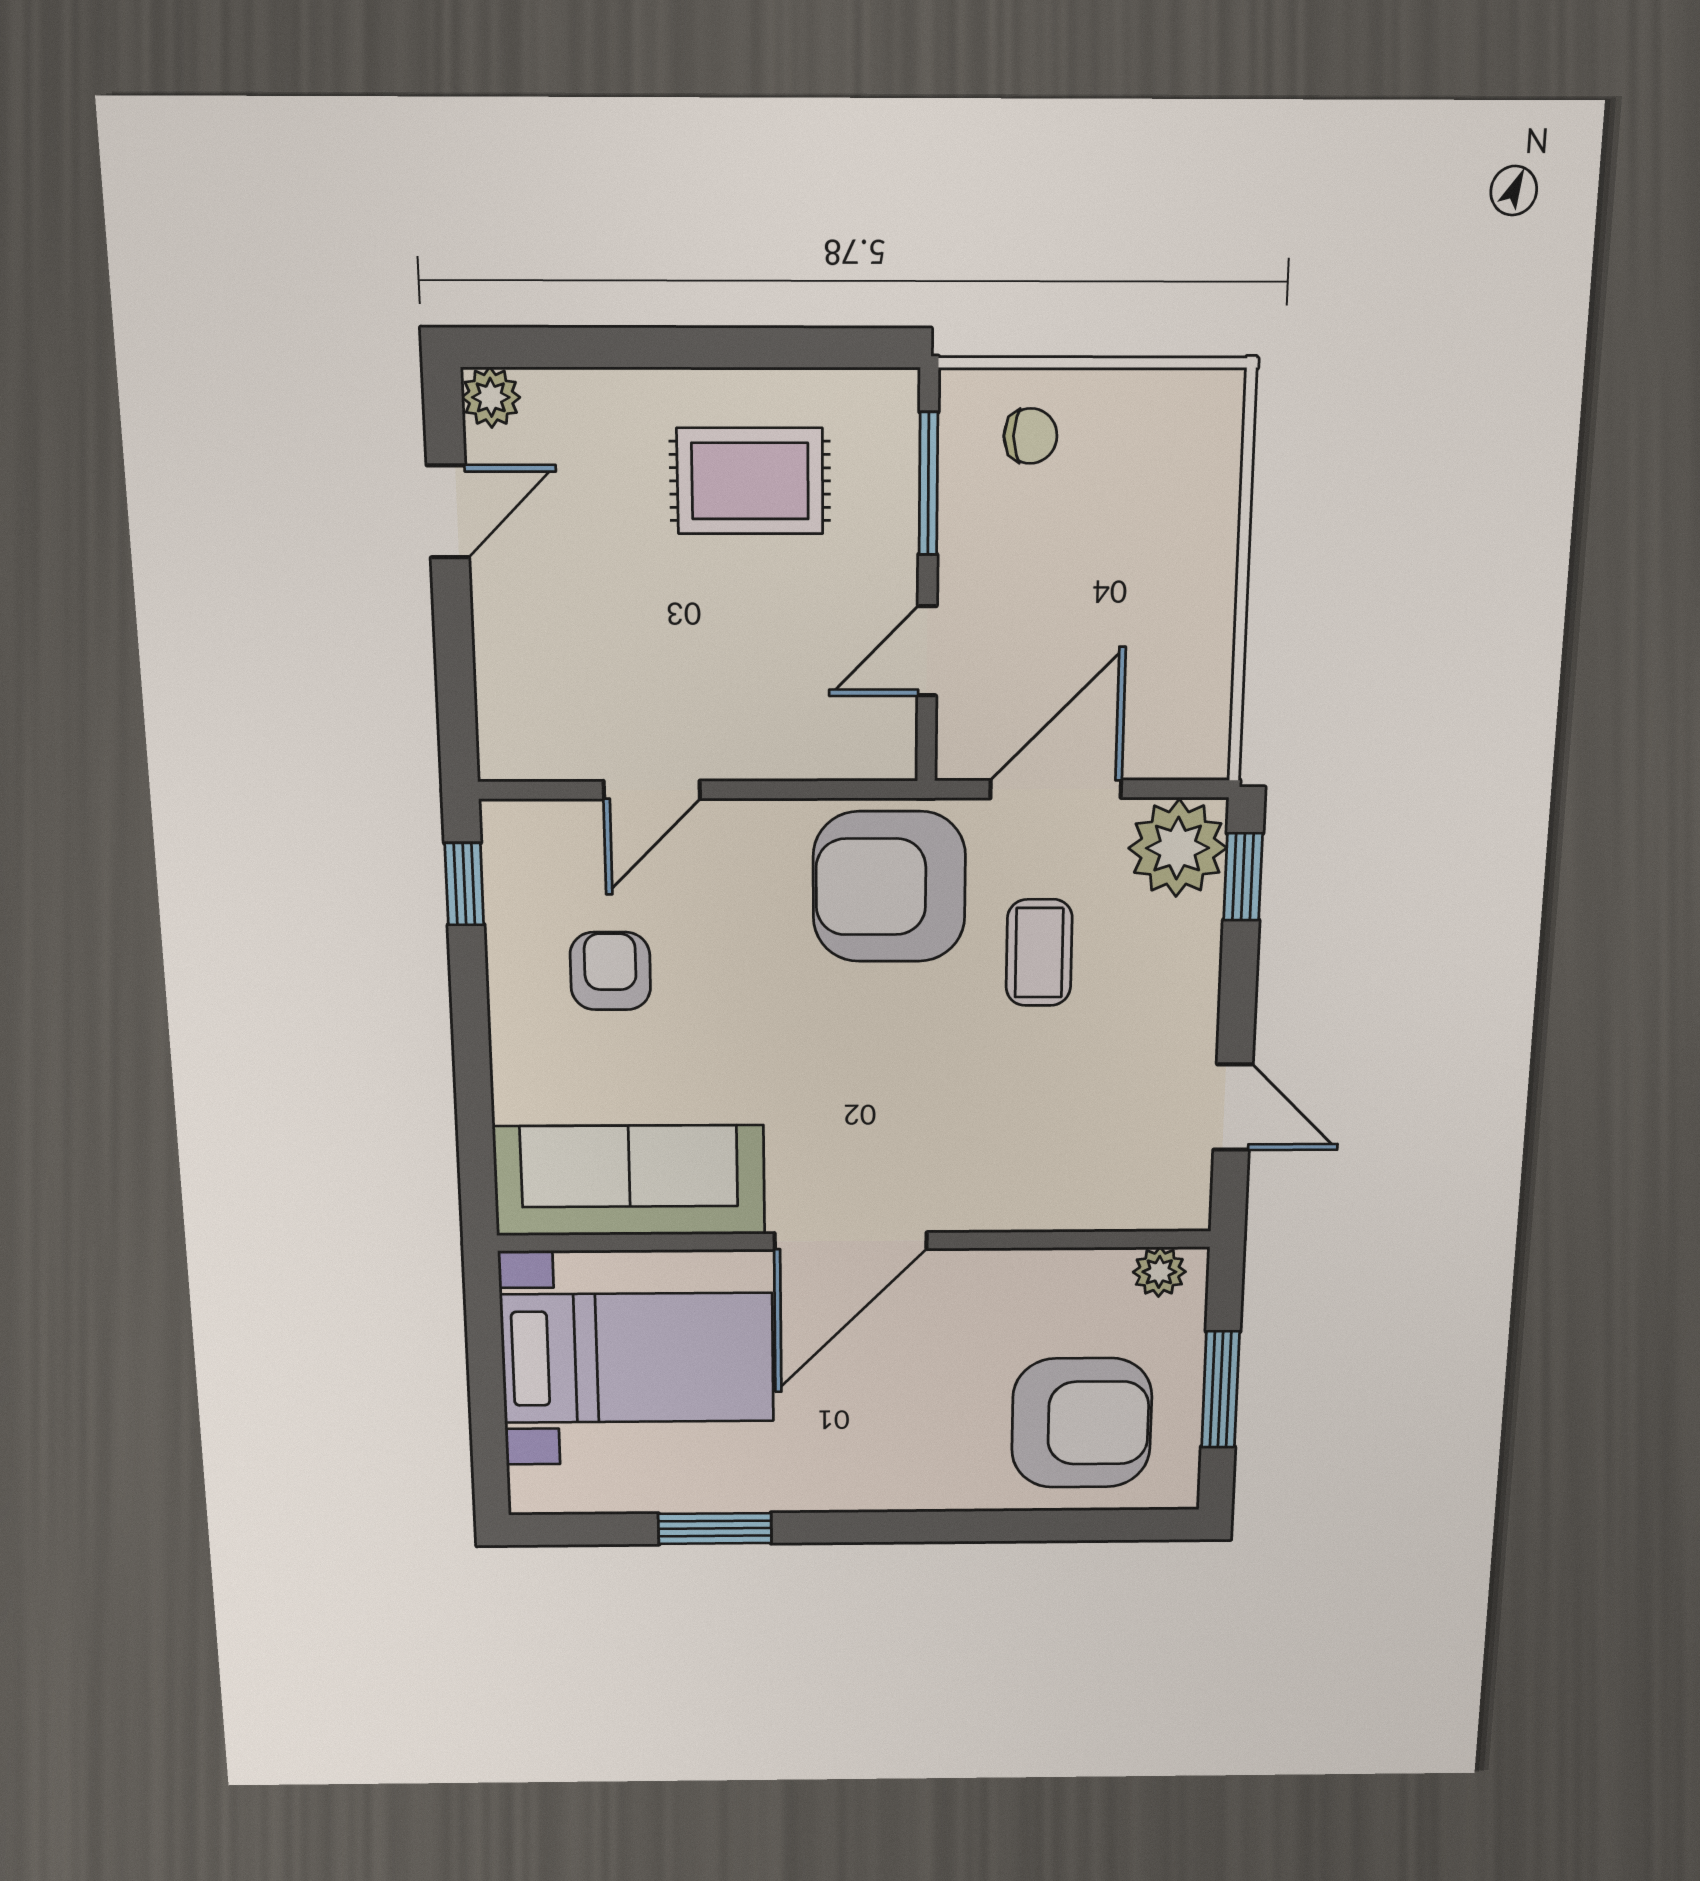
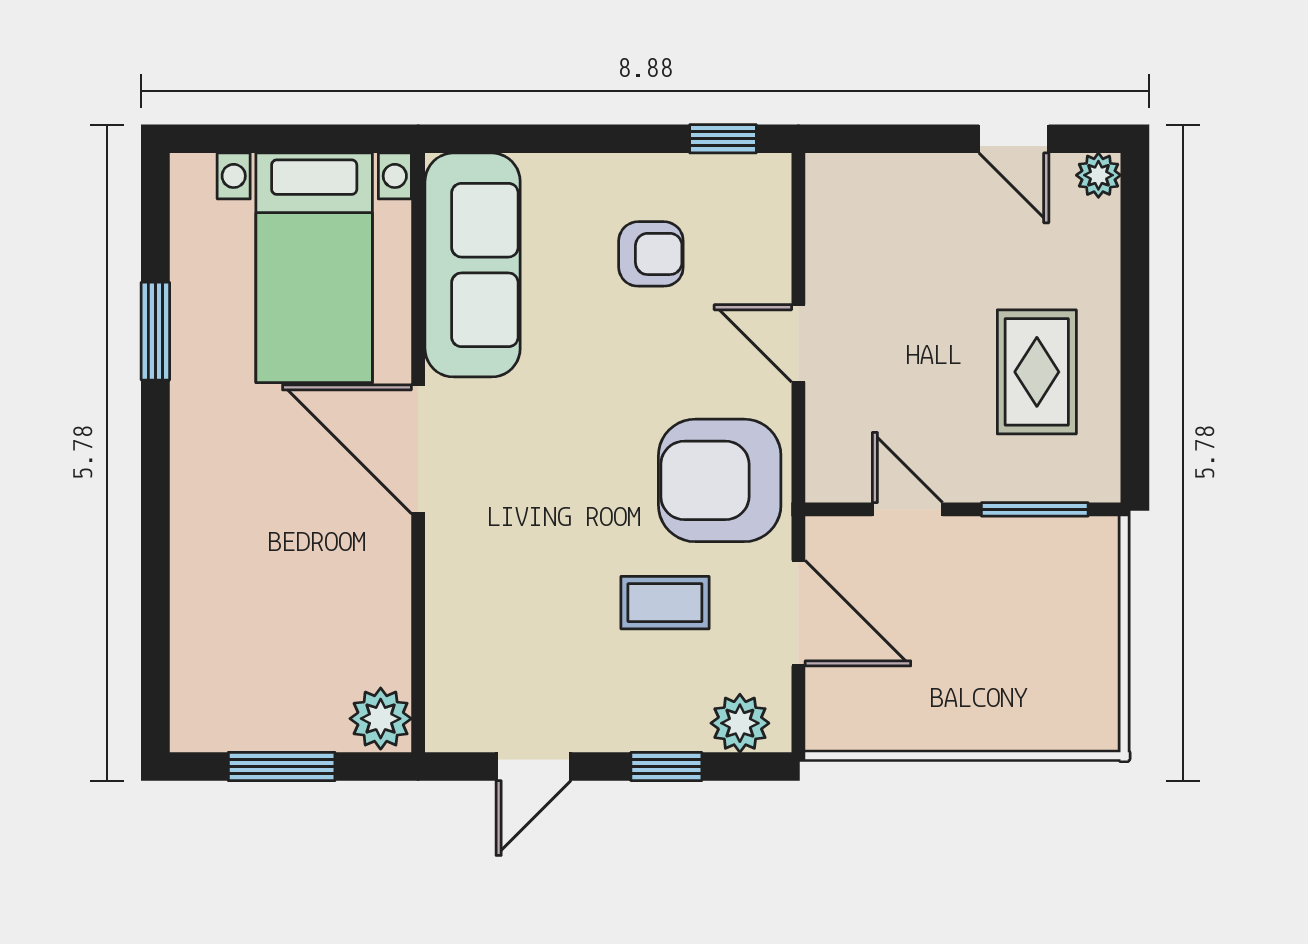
chair: (1030, 436) -> (1070, 588), removed
door: (652, 790) -> (798, 343), moved
plant: (1178, 848) -> (740, 723), width x0.73, depth x0.73
window: (1243, 877) -> (666, 766), moved
armchair: (889, 887) -> (720, 480), turned -90
plant: (1159, 1272) -> (381, 719), width x1.38, depth x1.38
armchair: (1082, 1423) -> (252, 648), removed

